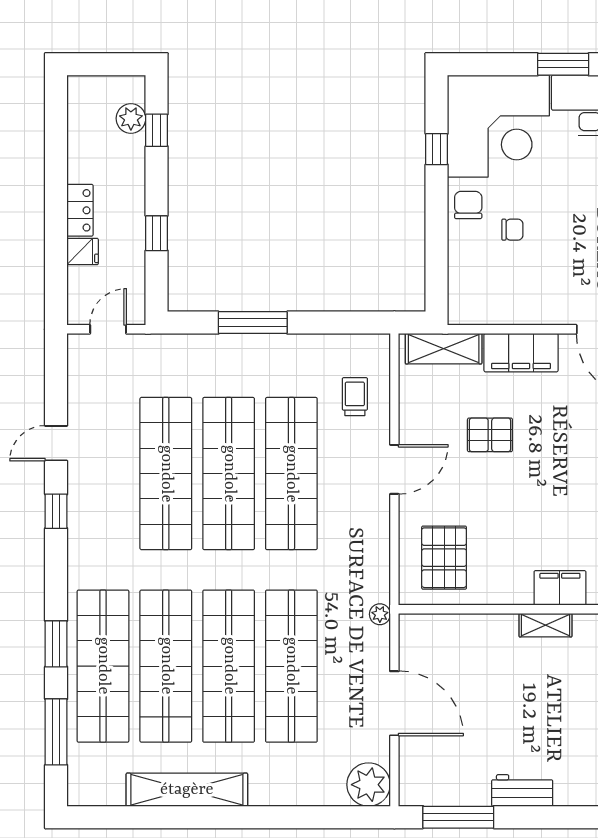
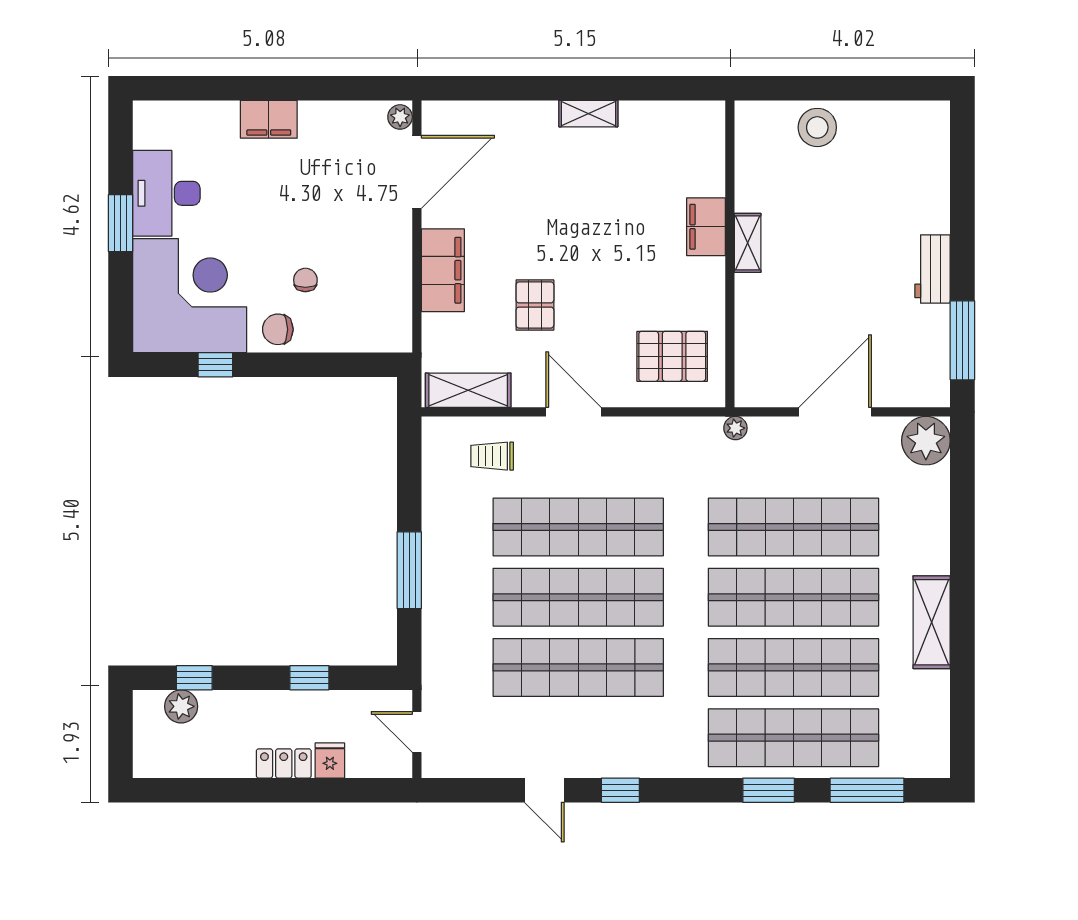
shelving: (444, 349) -> (468, 390), moved, turned 90
shelving: (187, 790) -> (932, 622), width x0.68

